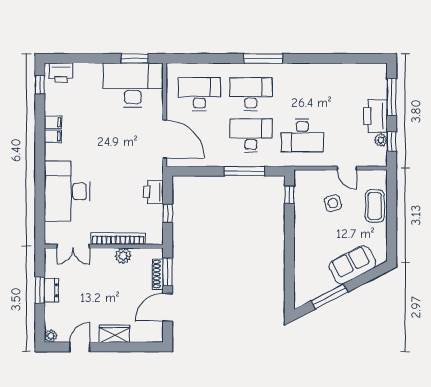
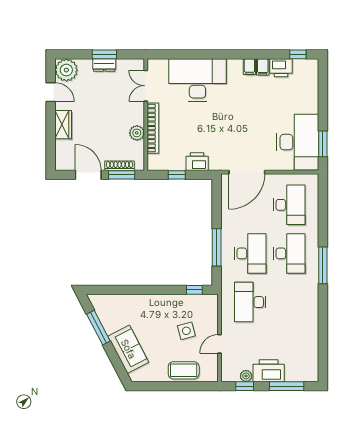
printer: (61, 73) -> (281, 68), moved, turned -90
plant: (51, 336) -> (66, 70), width x1.87, depth x1.87

